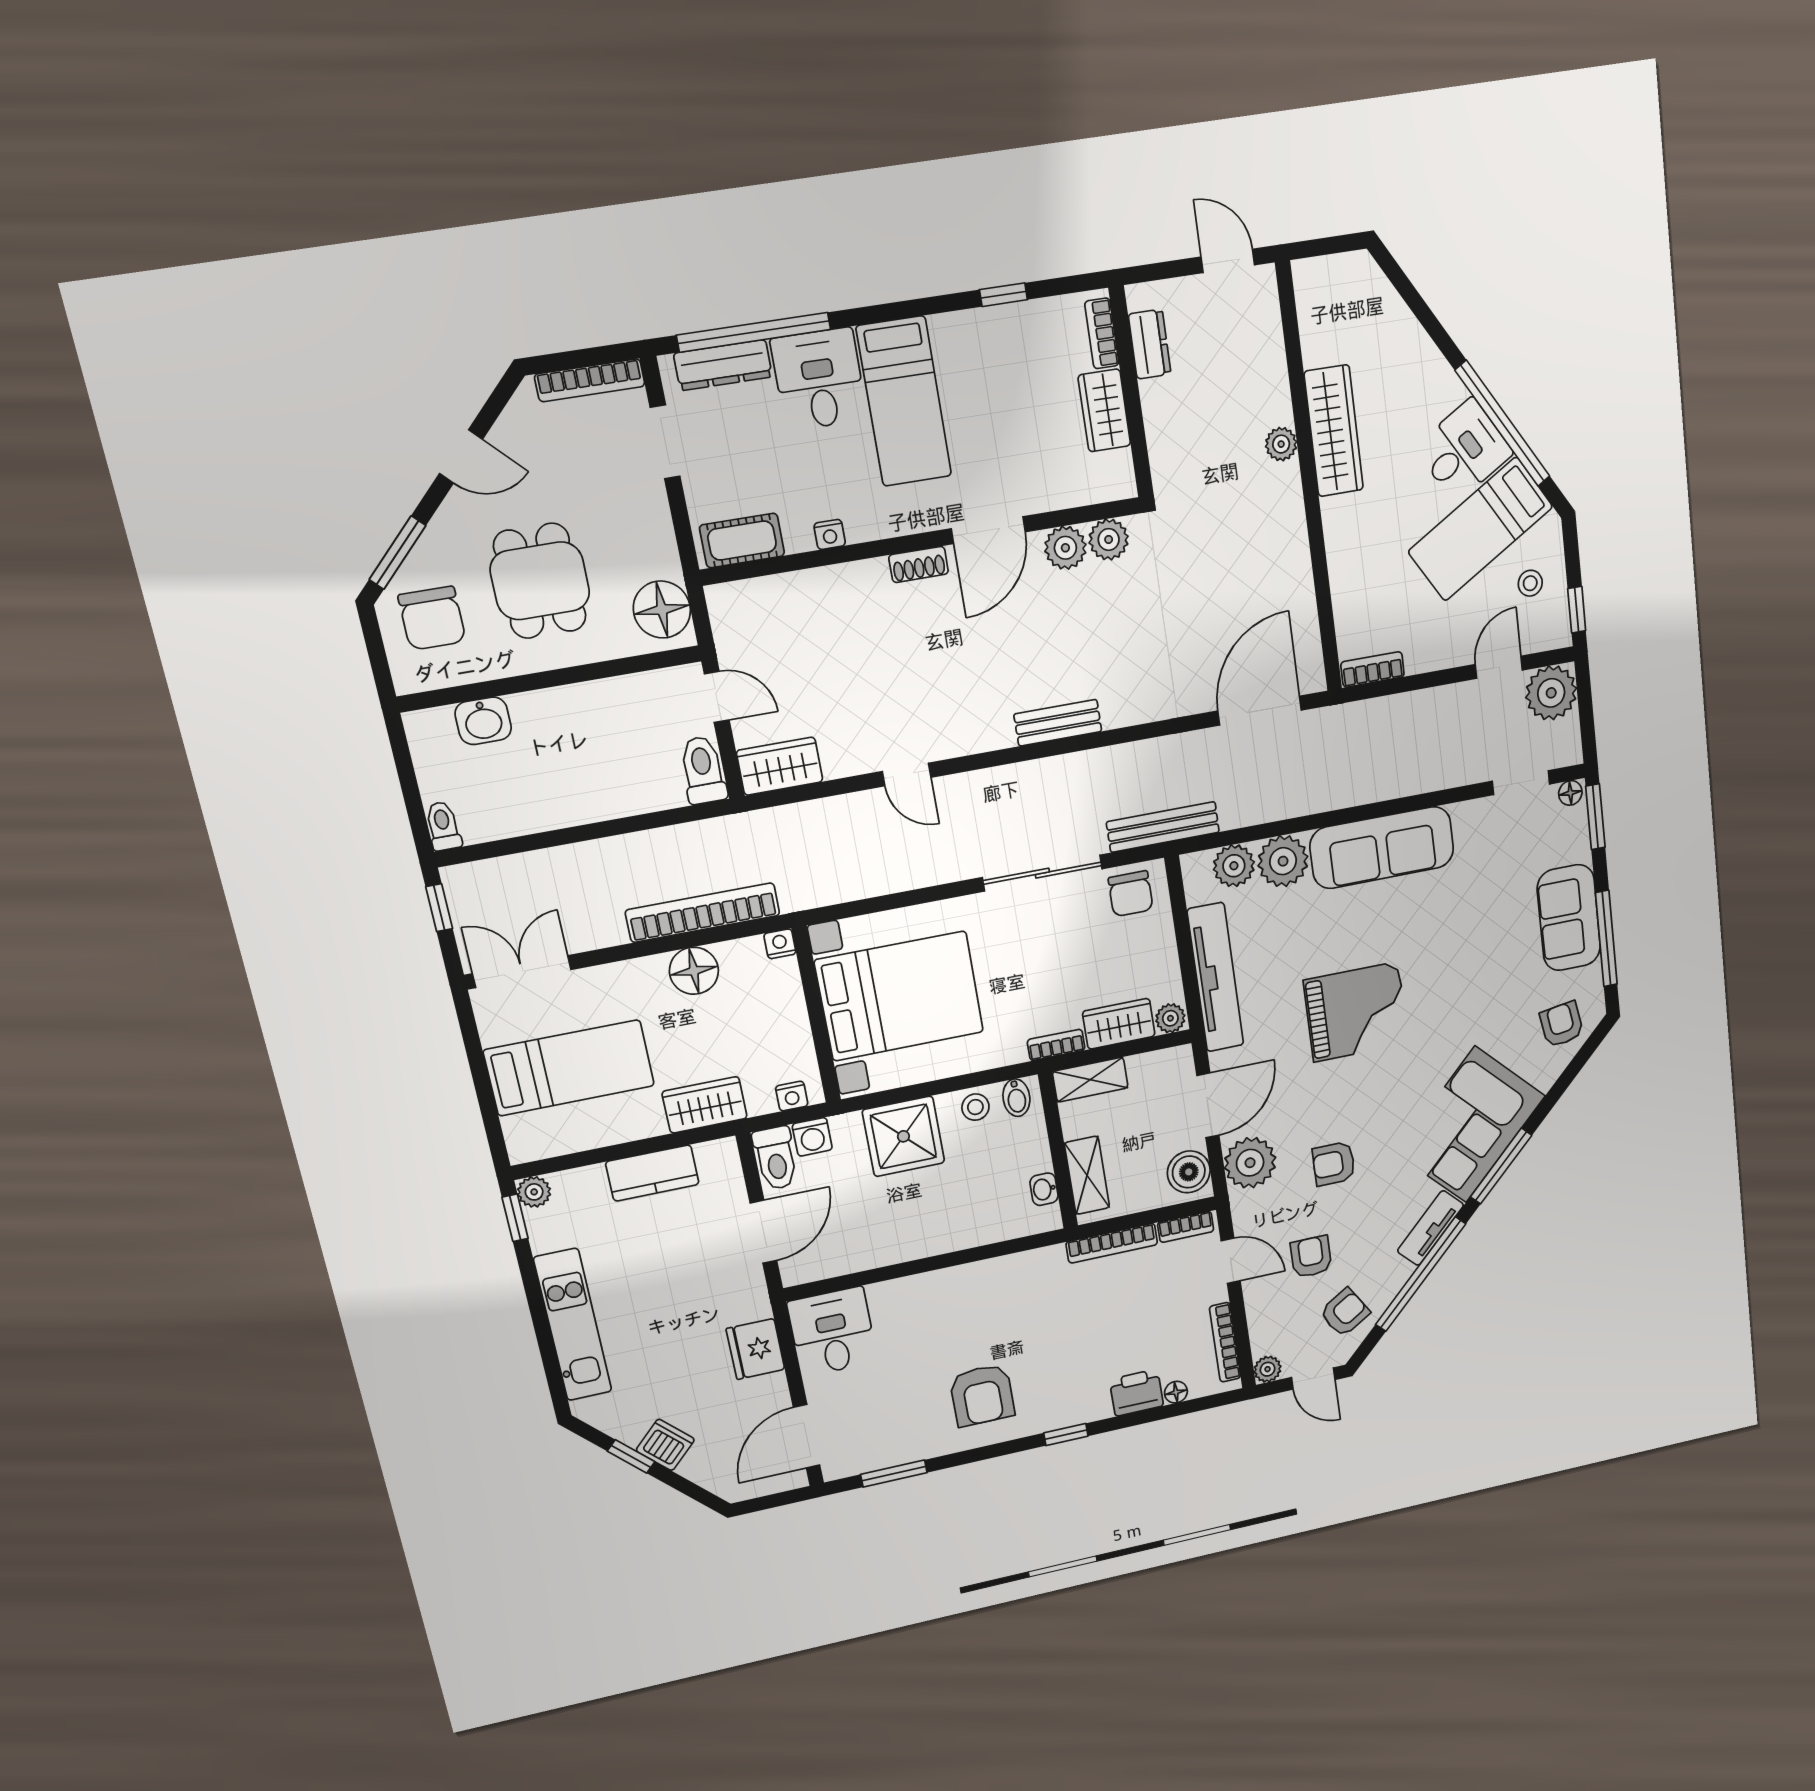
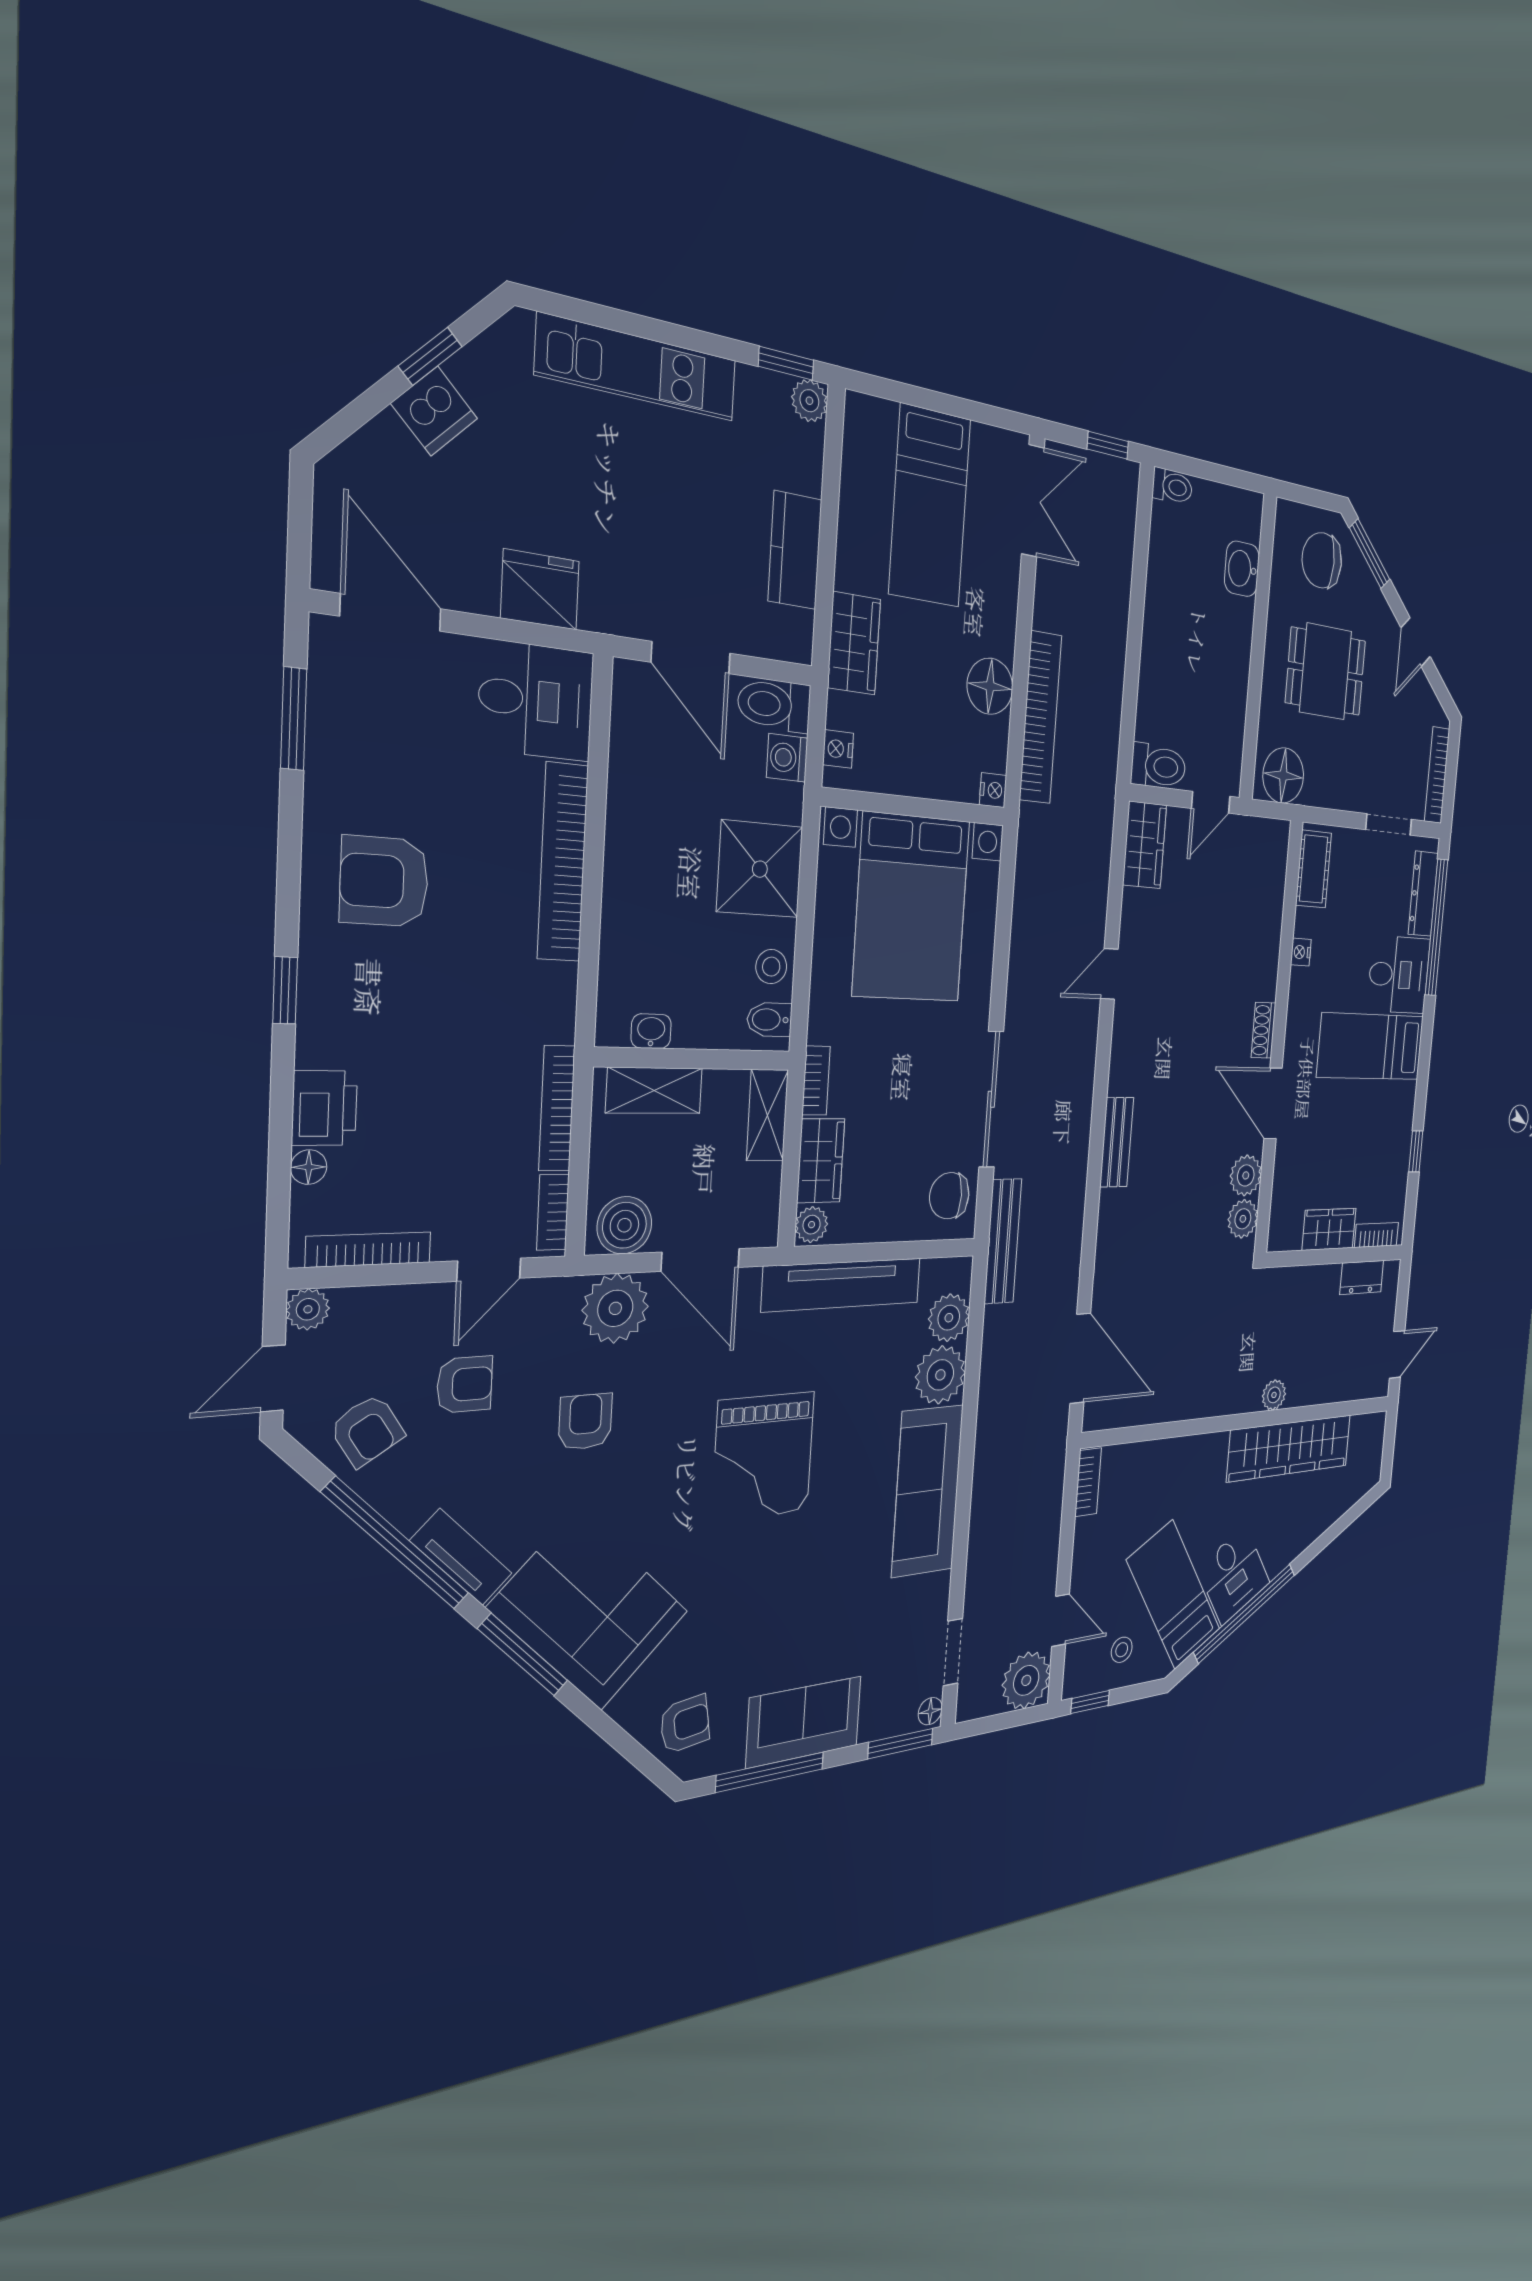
wardrobe: (1334, 431) -> (1289, 1448), width x1.40, depth x1.17
bookcase: (938, 1284) -> (563, 862), added

